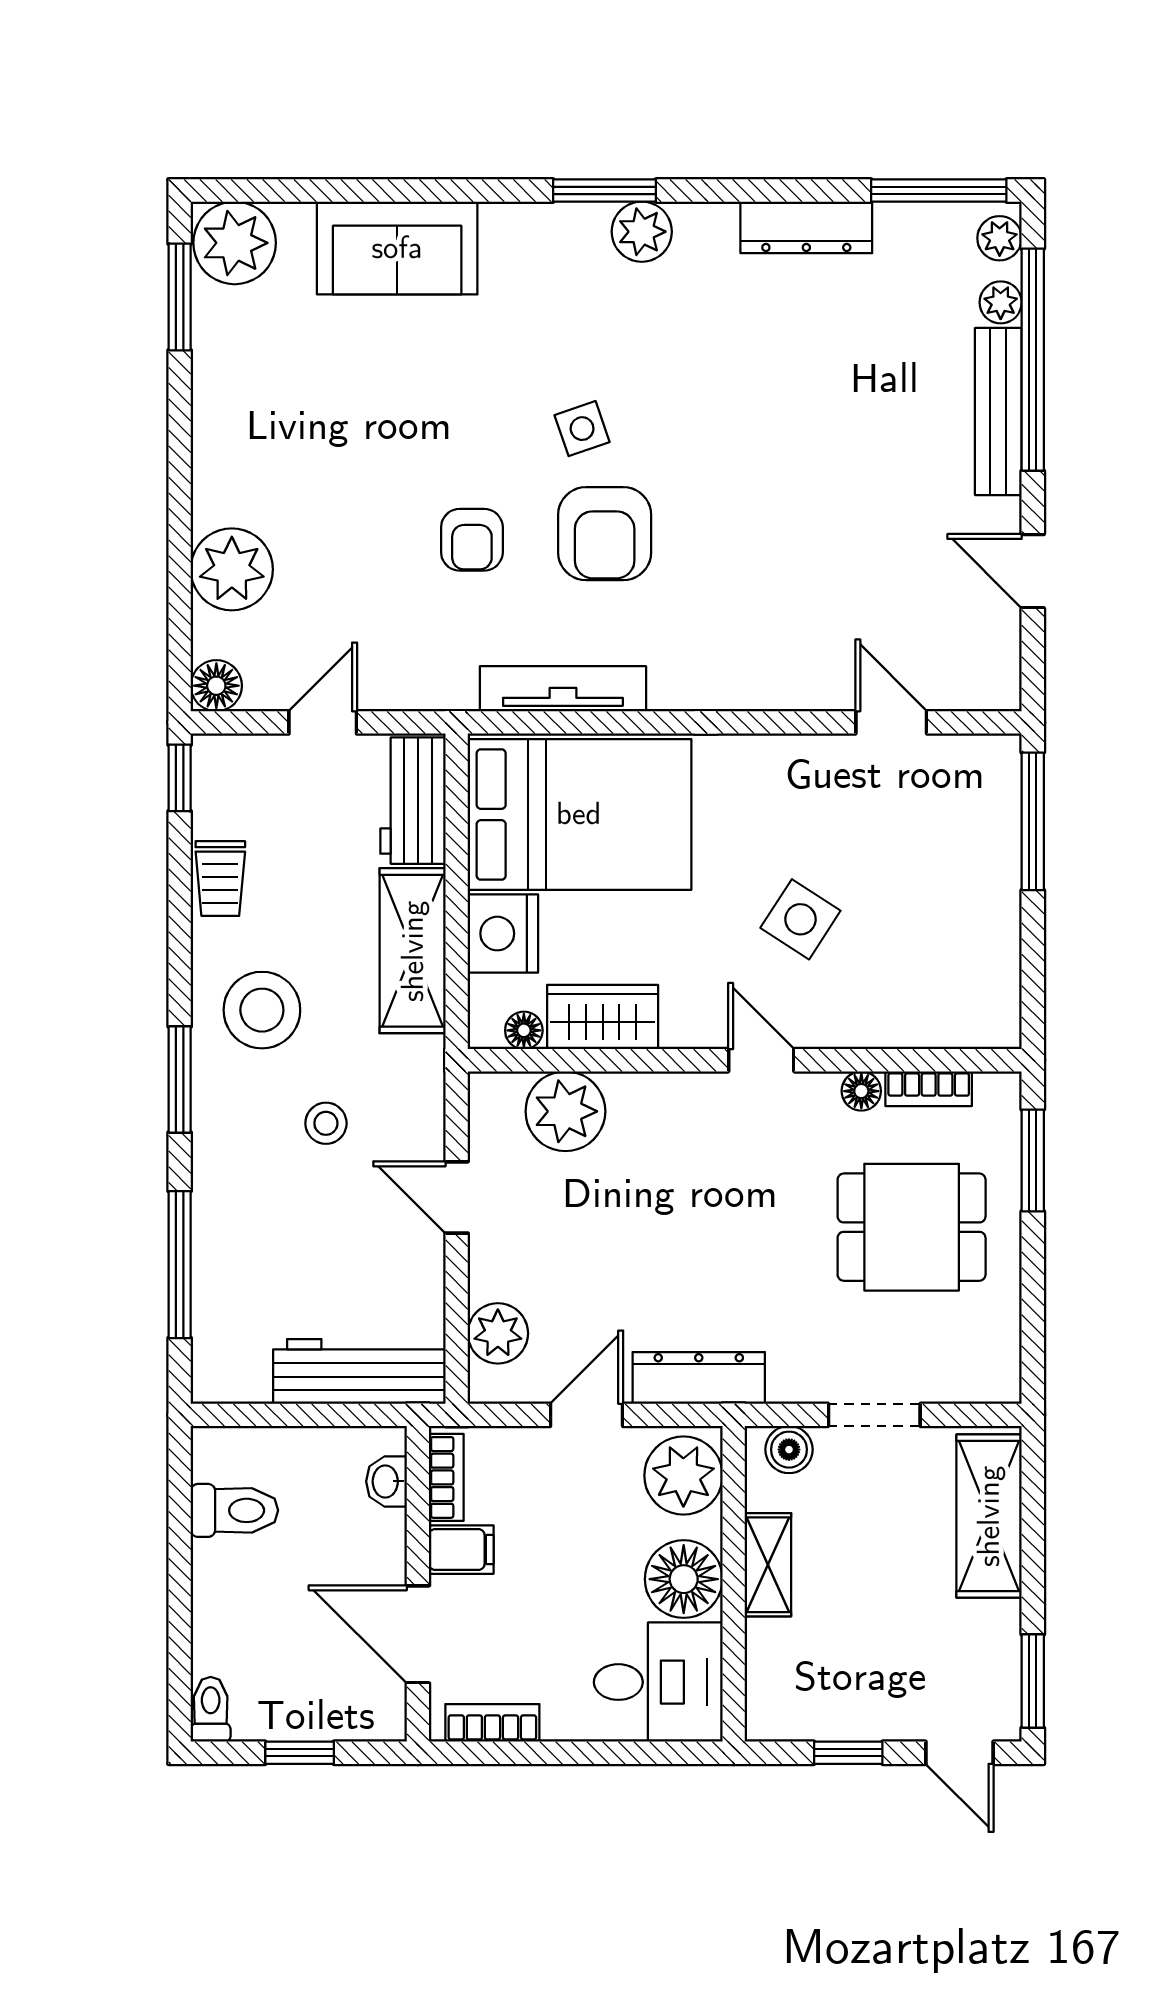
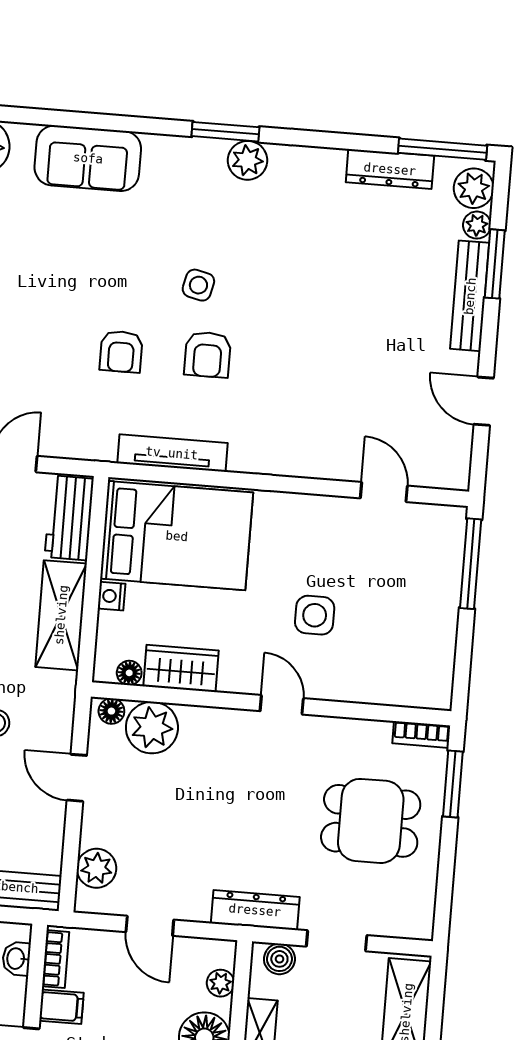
dresser: (806, 227) -> (390, 169), moved
plant: (1000, 238) -> (474, 188), width x1.38, depth x1.38
window: (1033, 360) -> (495, 264), width x0.47
side table: (582, 429) -> (198, 285), turned 32
armchair: (605, 534) -> (208, 355), width x0.72, depth x0.72
side table: (800, 919) -> (315, 615), turned -33
nightstand: (503, 934) -> (111, 596), width x0.53, depth x0.56
bookcase: (929, 1089) -> (421, 734), moved
floor lamp: (861, 1091) -> (111, 711), moved
dresser: (699, 1378) -> (255, 910), moved
door: (587, 1415) -> (150, 926), swing flipped
plant: (683, 1476) -> (220, 983), width x0.53, depth x0.53

